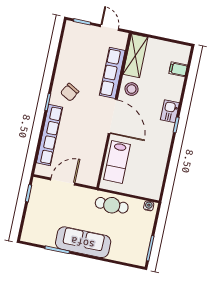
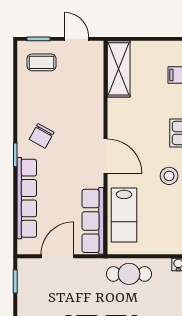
coffee table: (81, 39) -> (42, 62), added
row of seats: (112, 73) -> (93, 221), moved
stool: (132, 89) -> (169, 176), moved
door: (113, 117) -> (106, 156), width x0.73

